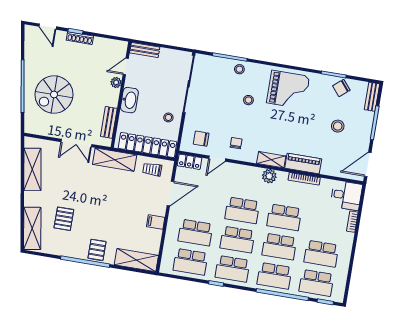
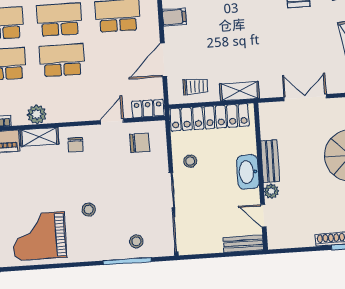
door: (126, 66) -> (263, 216), swing flipped
stool: (239, 69) -> (136, 241), moved
bench: (109, 122) -> (270, 161), moved
chair: (236, 143) -> (76, 145), moved
shelving: (115, 160) -> (239, 91), width x0.67, depth x0.75

